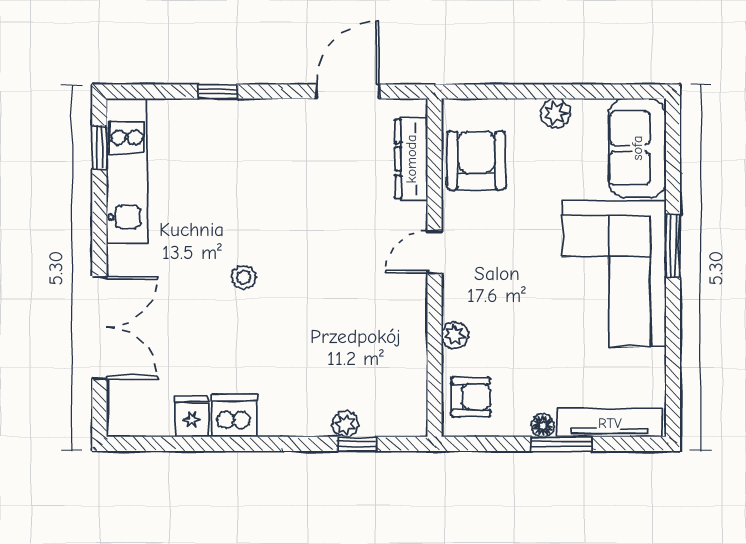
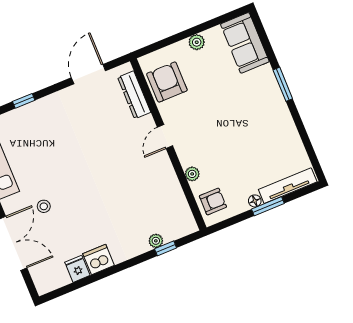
corner sofa: (614, 274) -> (259, 110), removed
stool: (244, 277) -> (44, 206), moved

